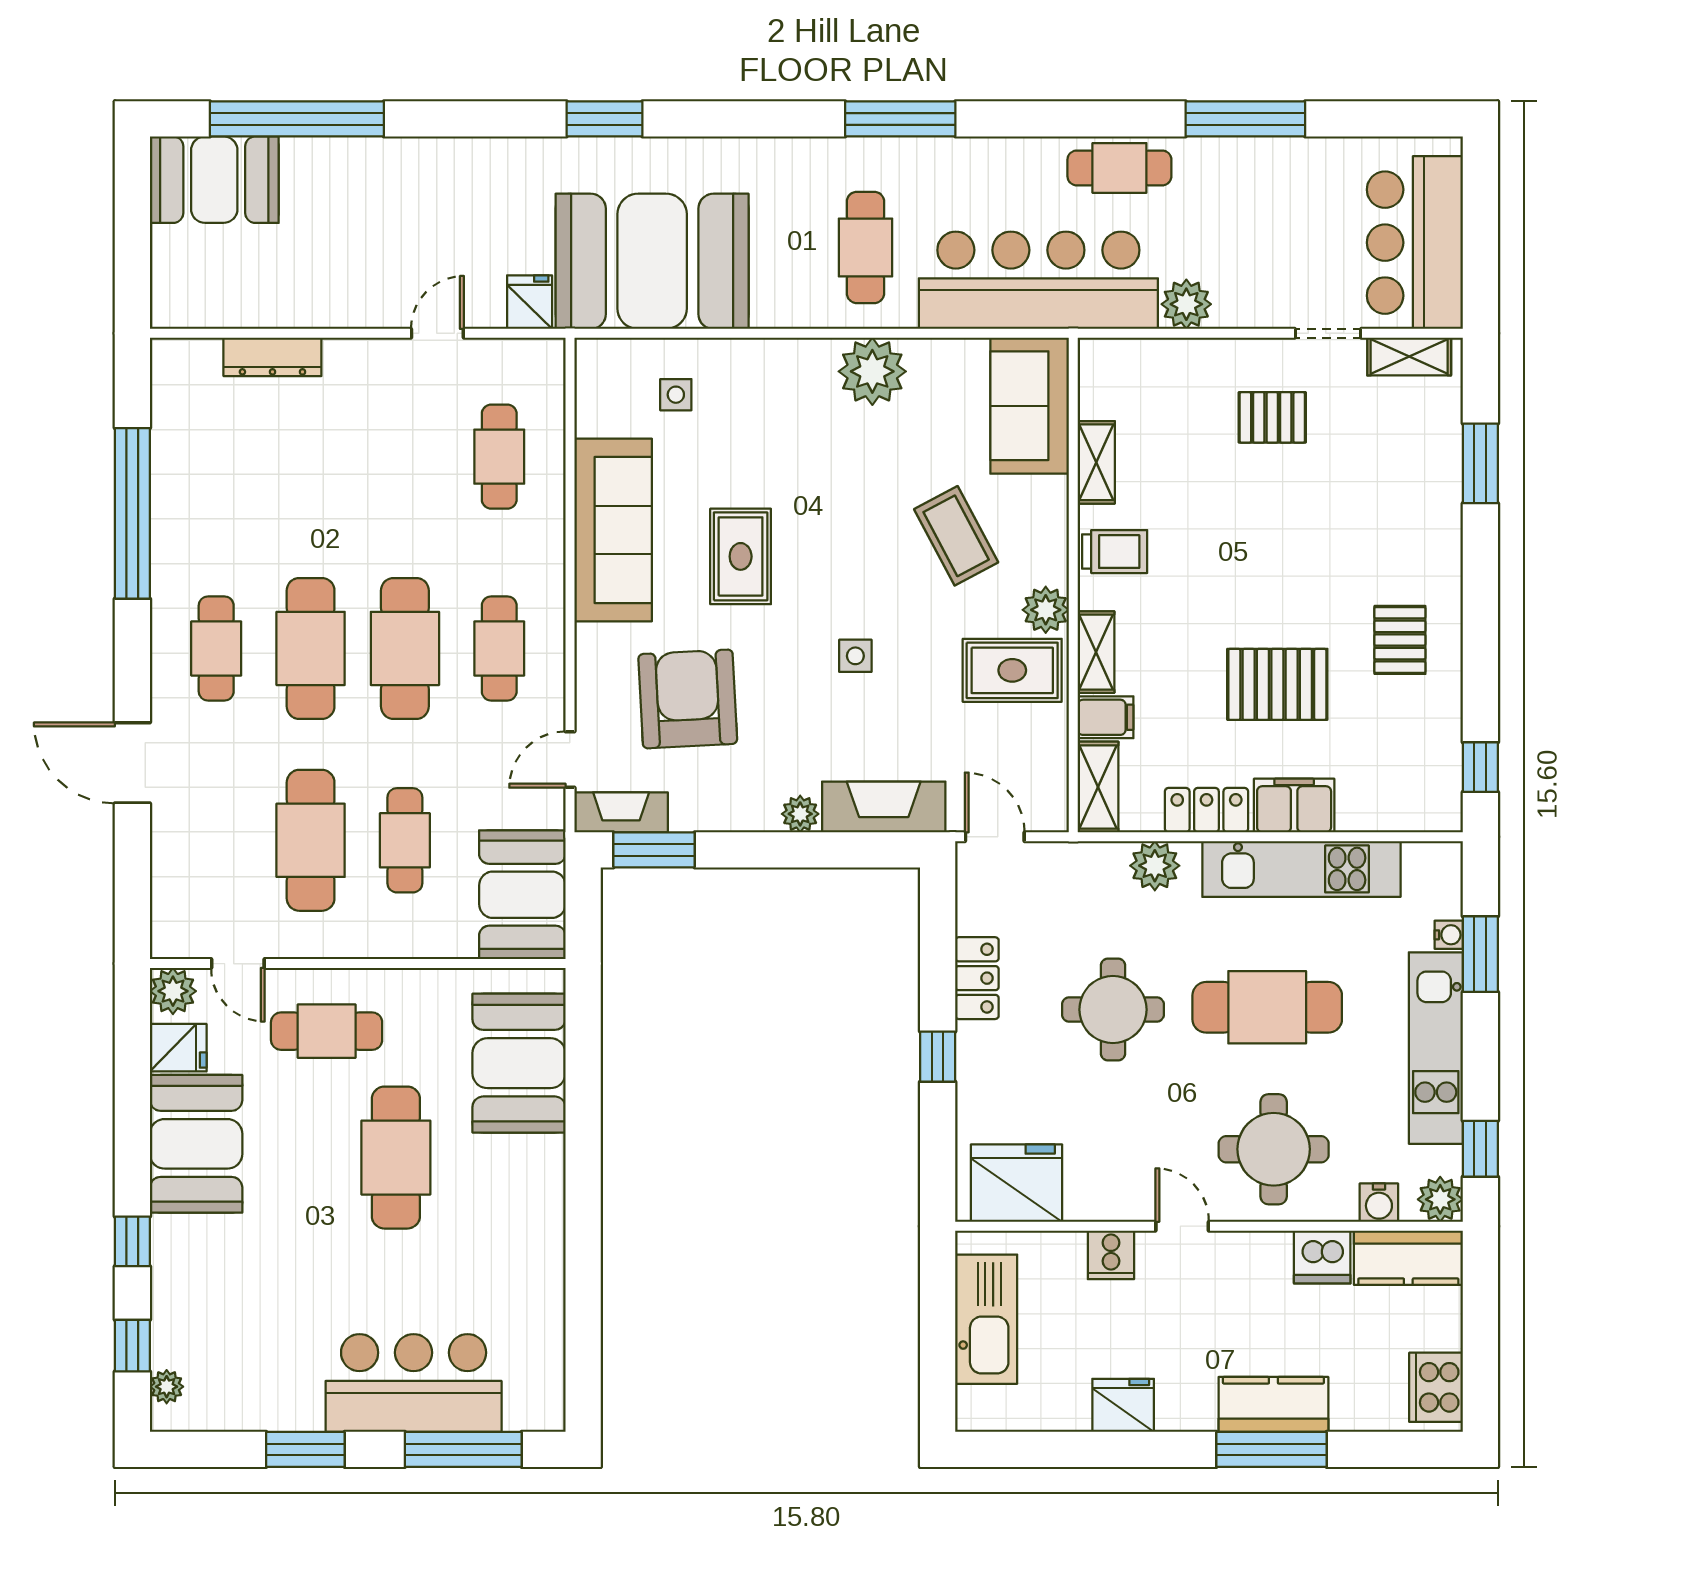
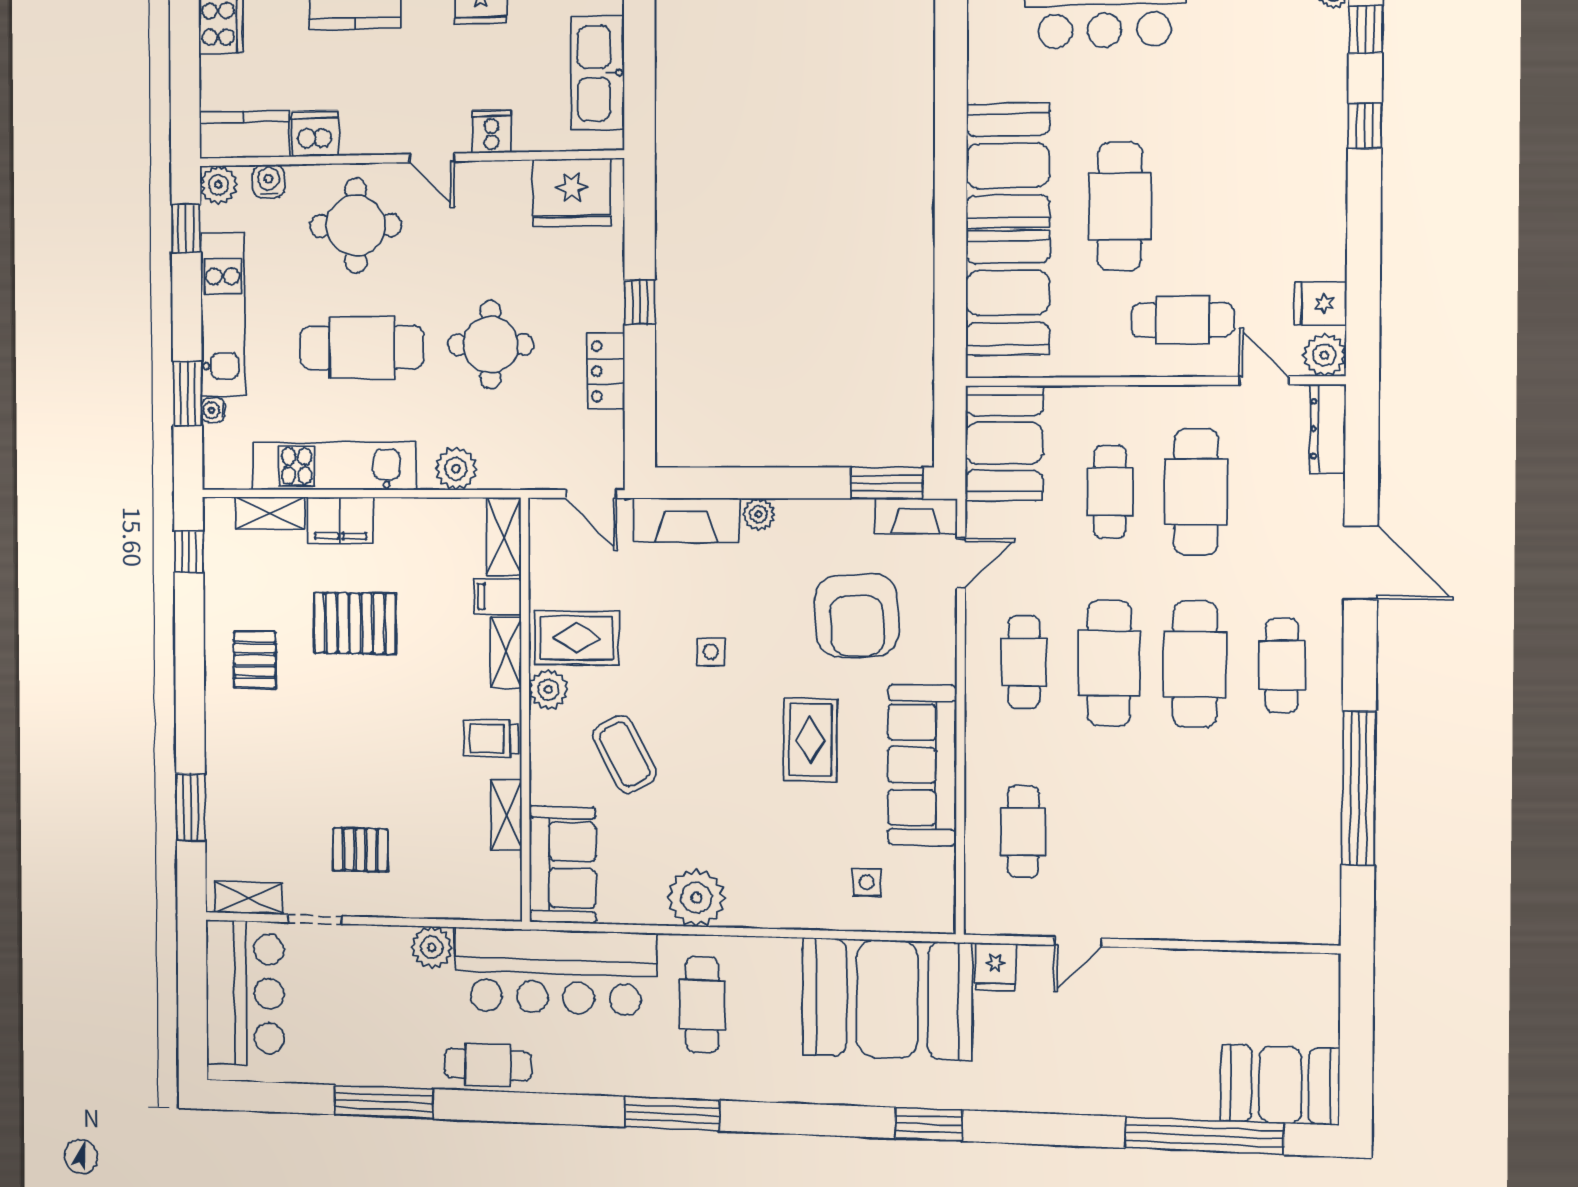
dresser: (272, 357) -> (1328, 429), moved, turned -90
locker: (1206, 810) -> (413, 516), removed
shelving: (1380, 813) -> (270, 513), added
booth: (196, 1144) -> (1008, 166), moved

